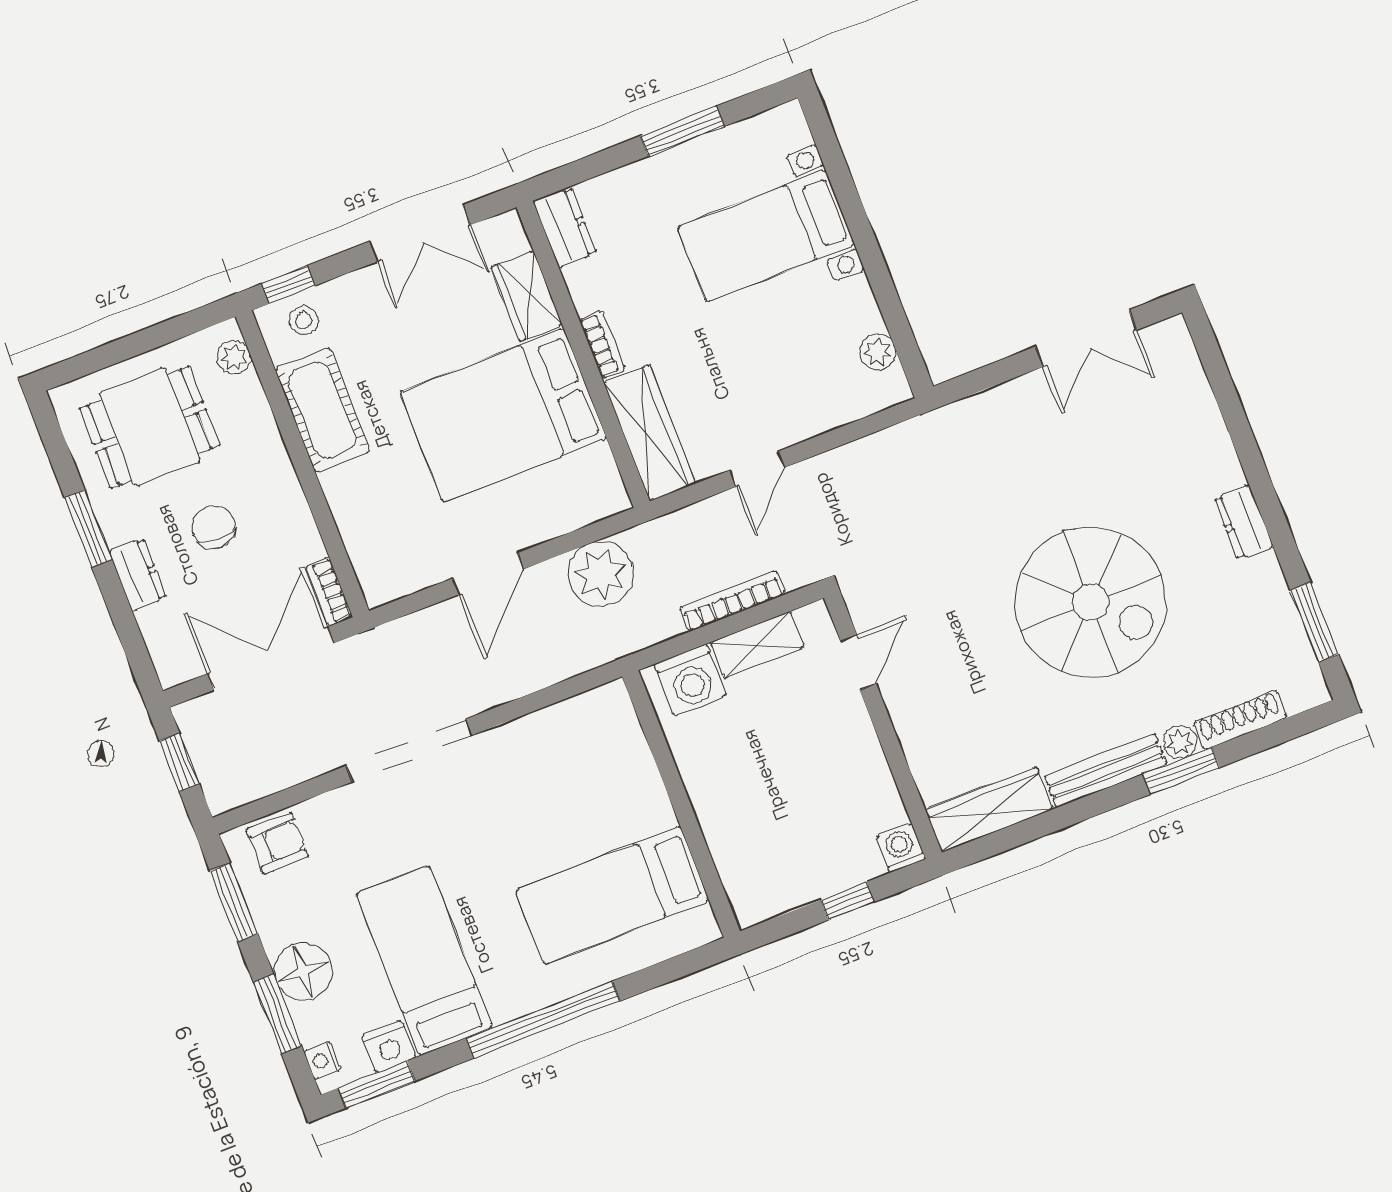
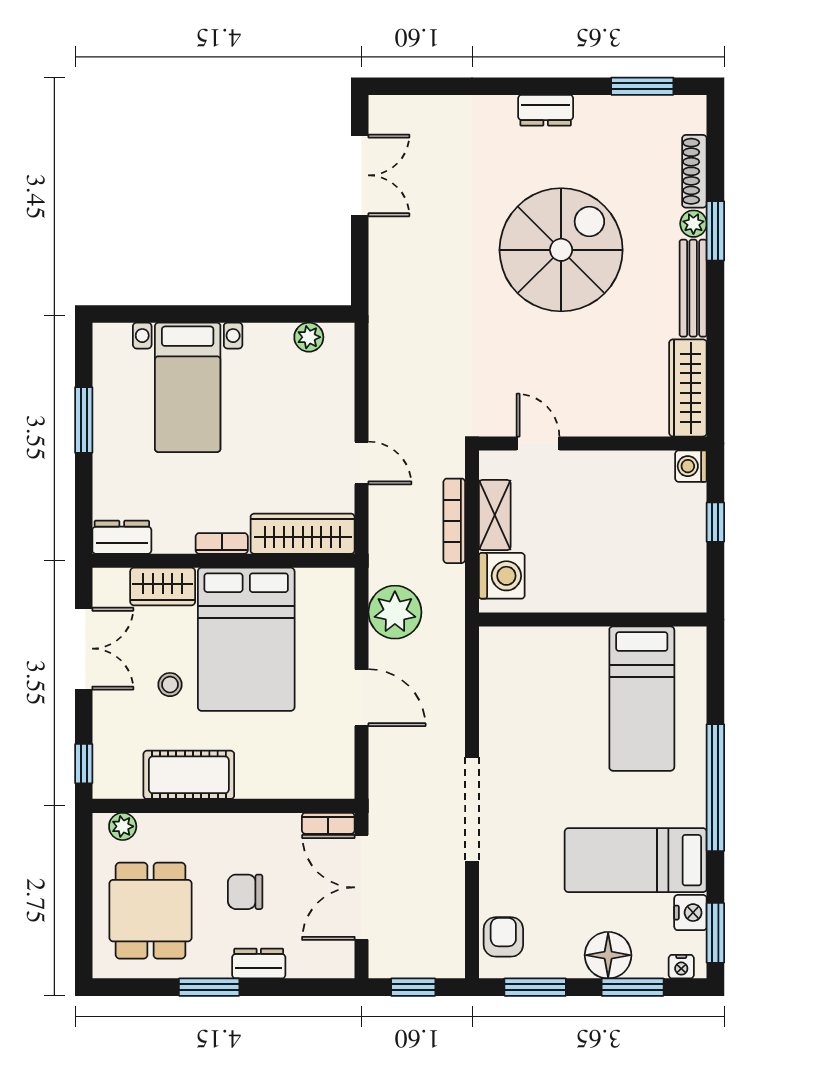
stool: (304, 320) -> (170, 685), moved

